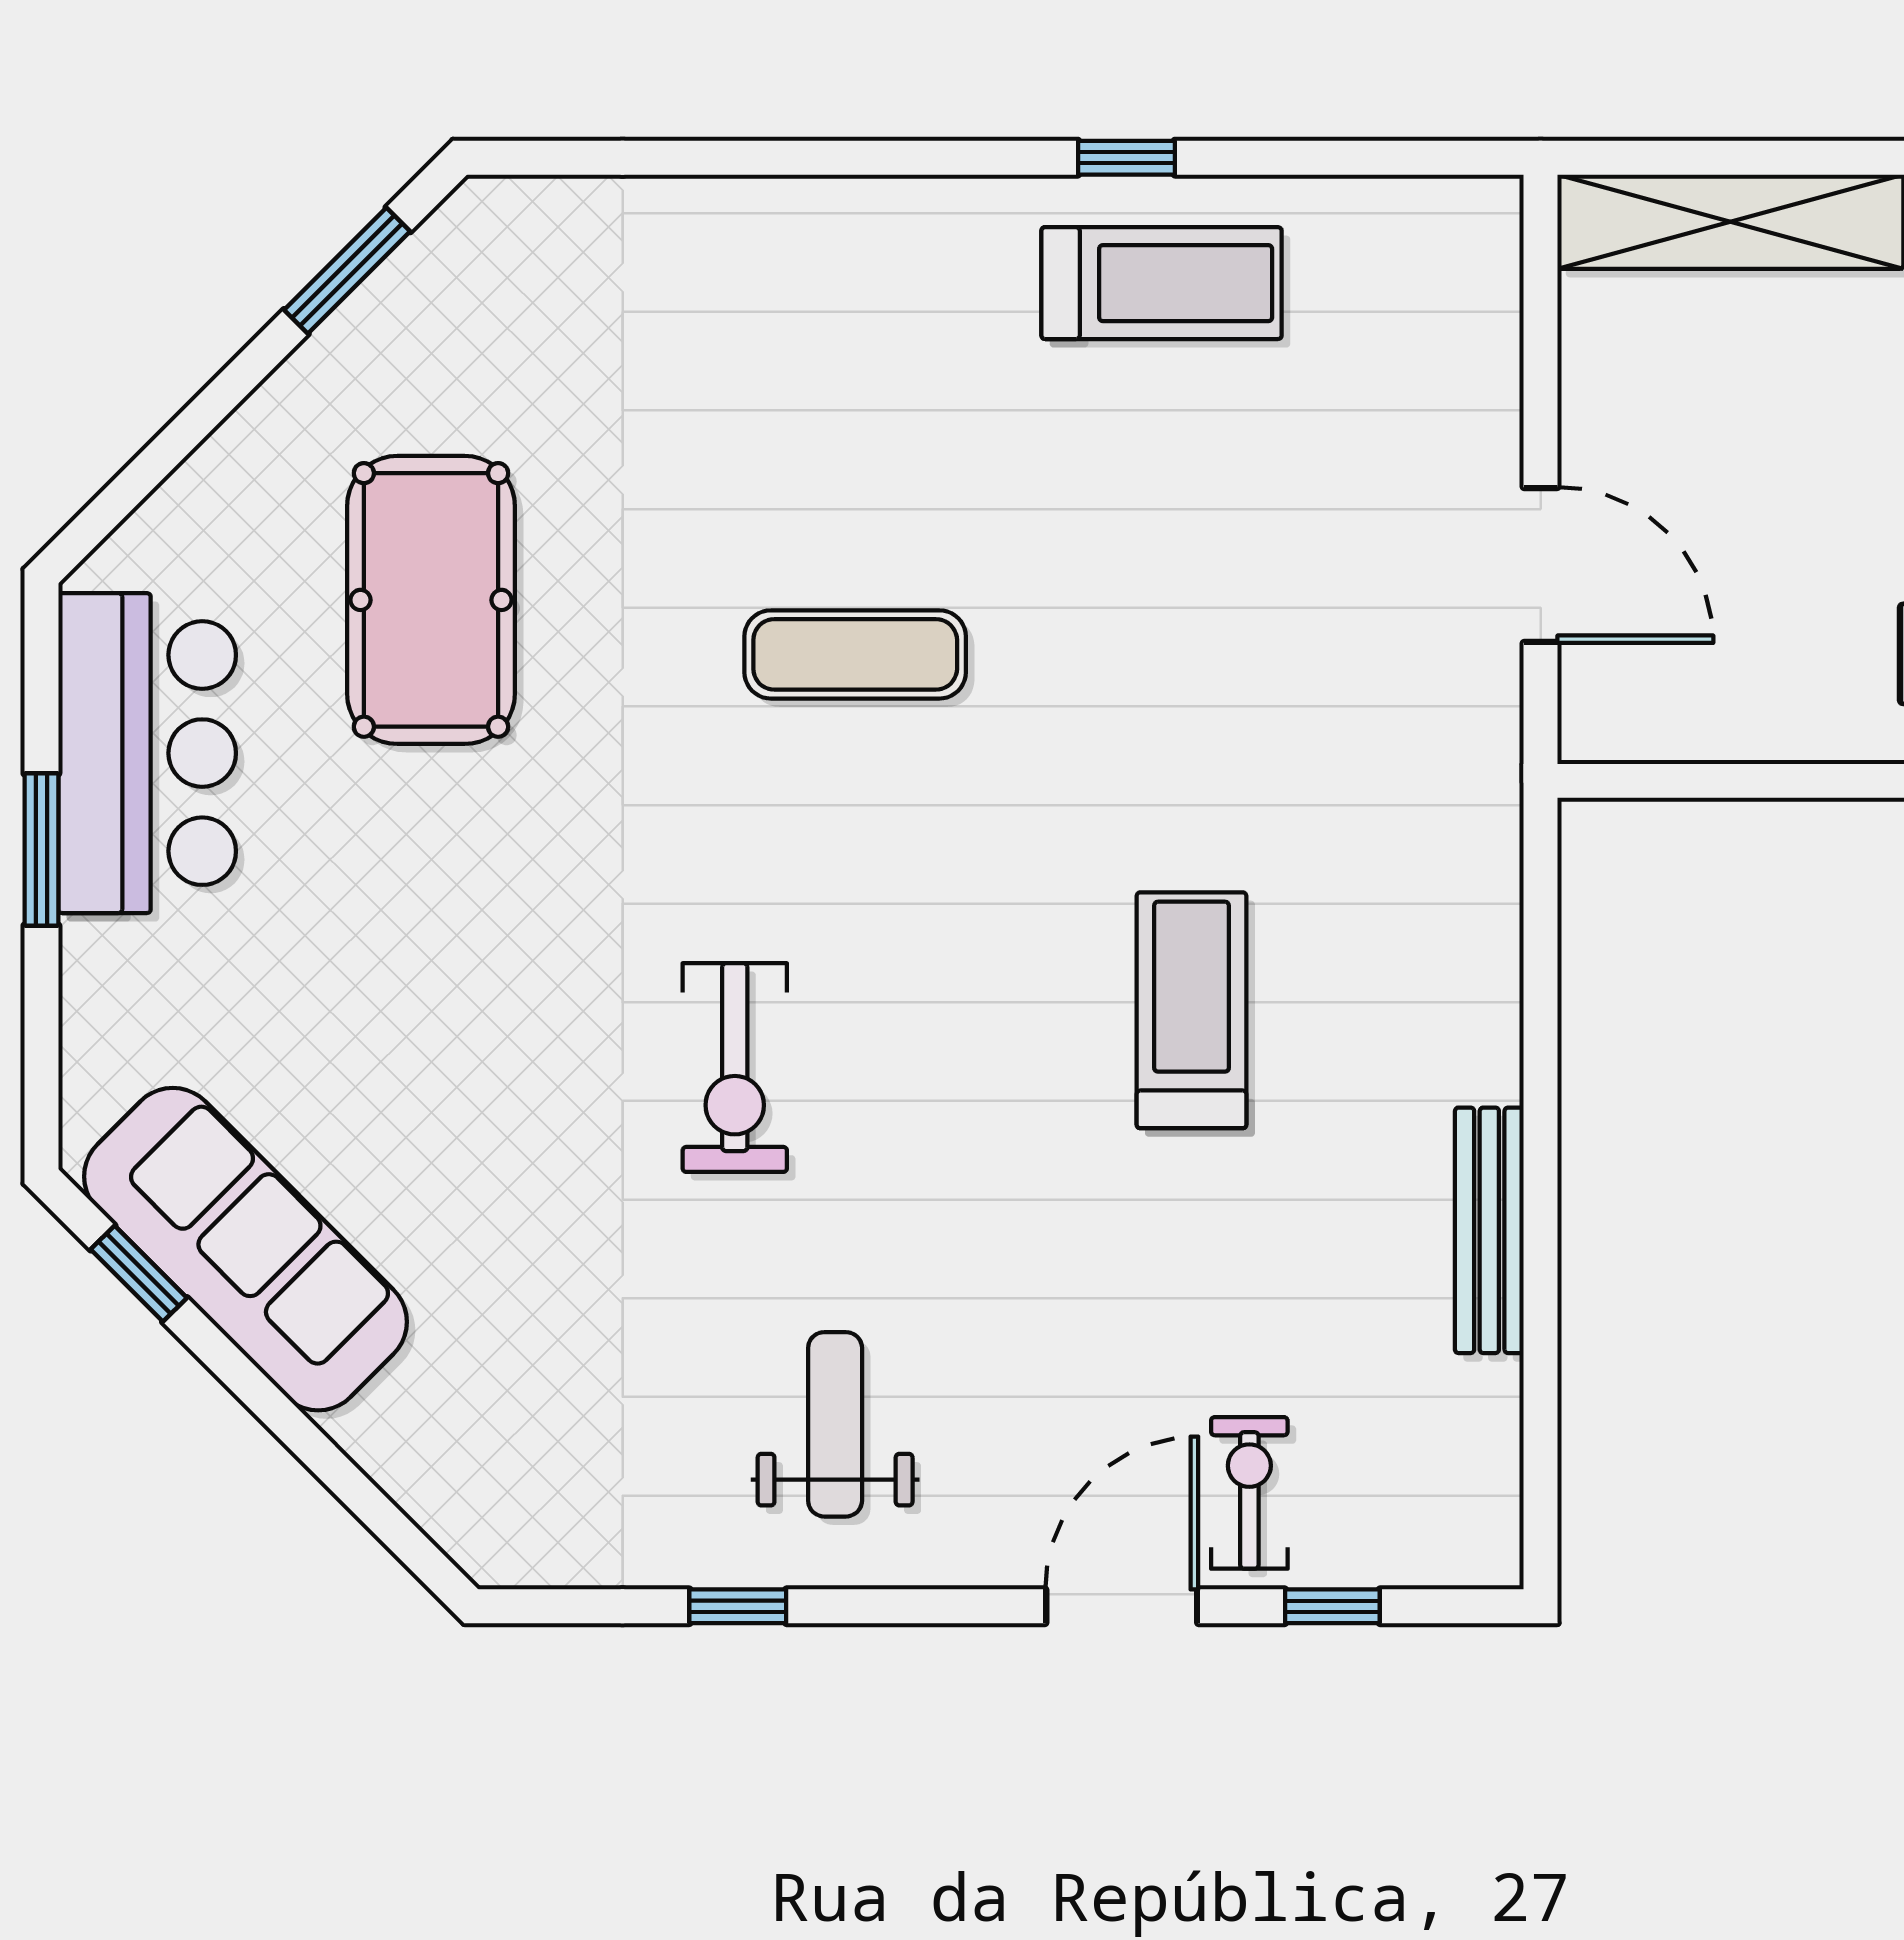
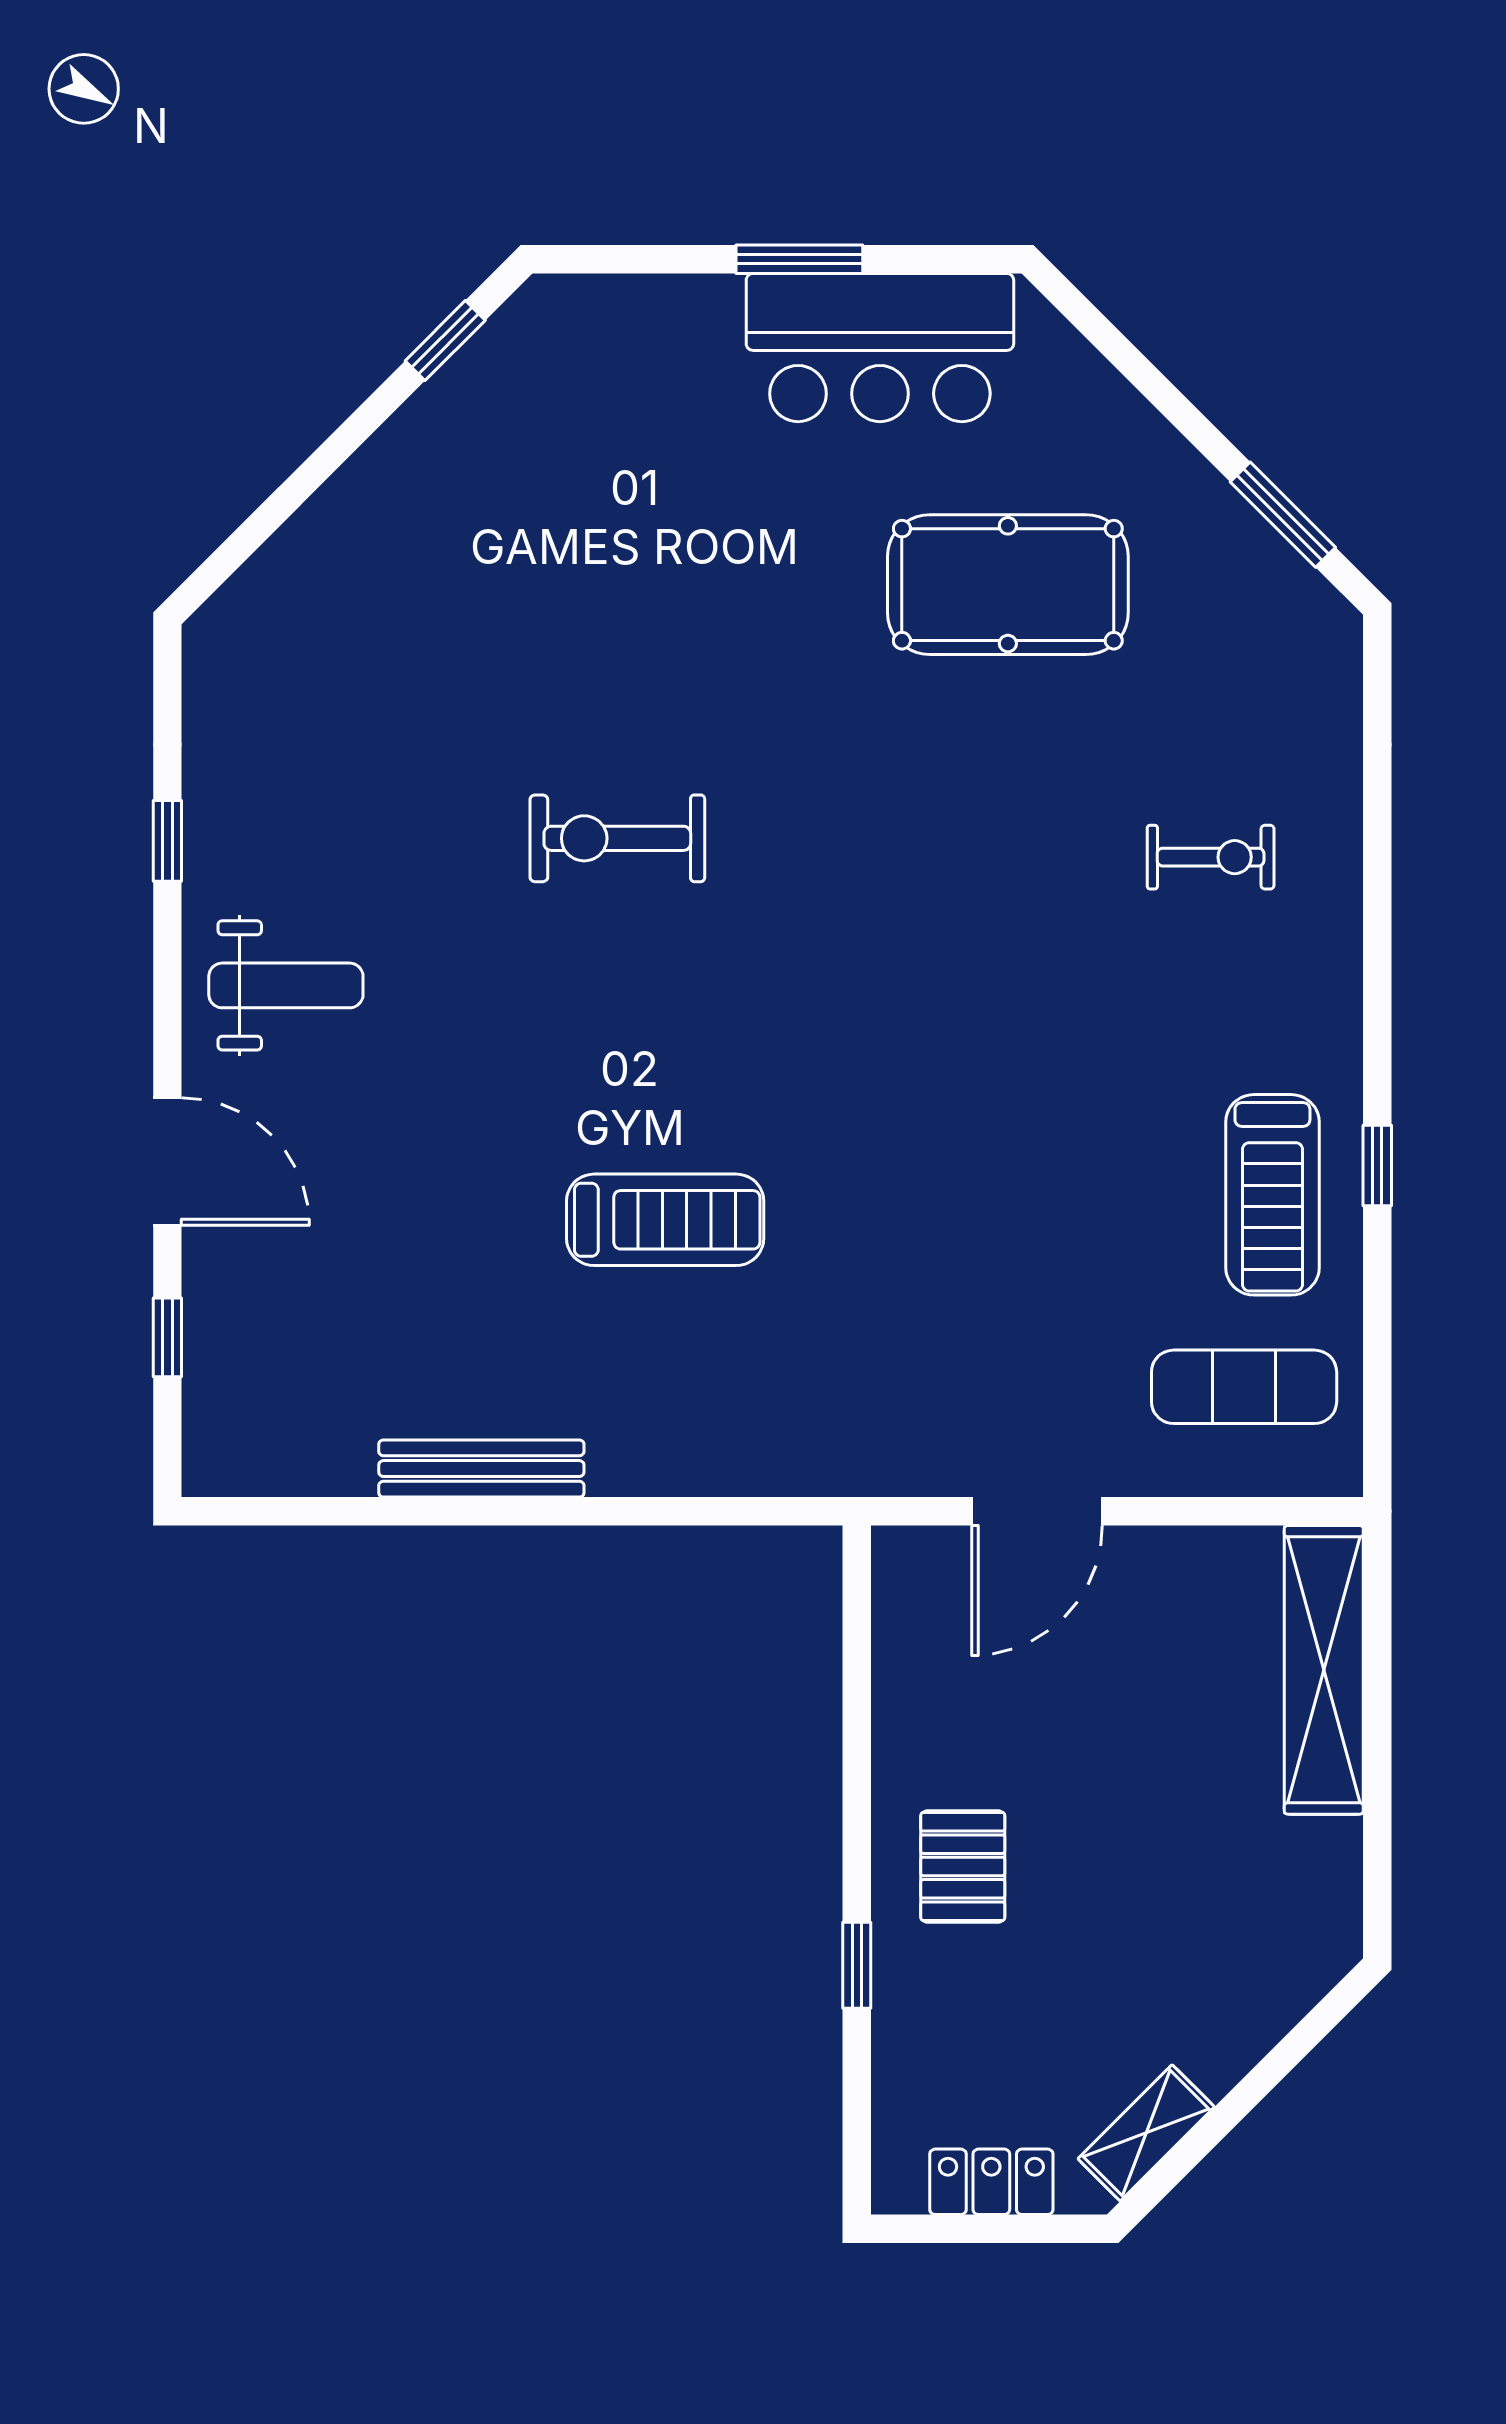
exercise mat: (855, 654) -> (1244, 1387), moved, turned 90
sofa: (245, 1249) -> (466, 430), removed
weight bench: (835, 1424) -> (286, 985), moved
exercise bike: (1249, 1493) -> (1211, 857), moved

